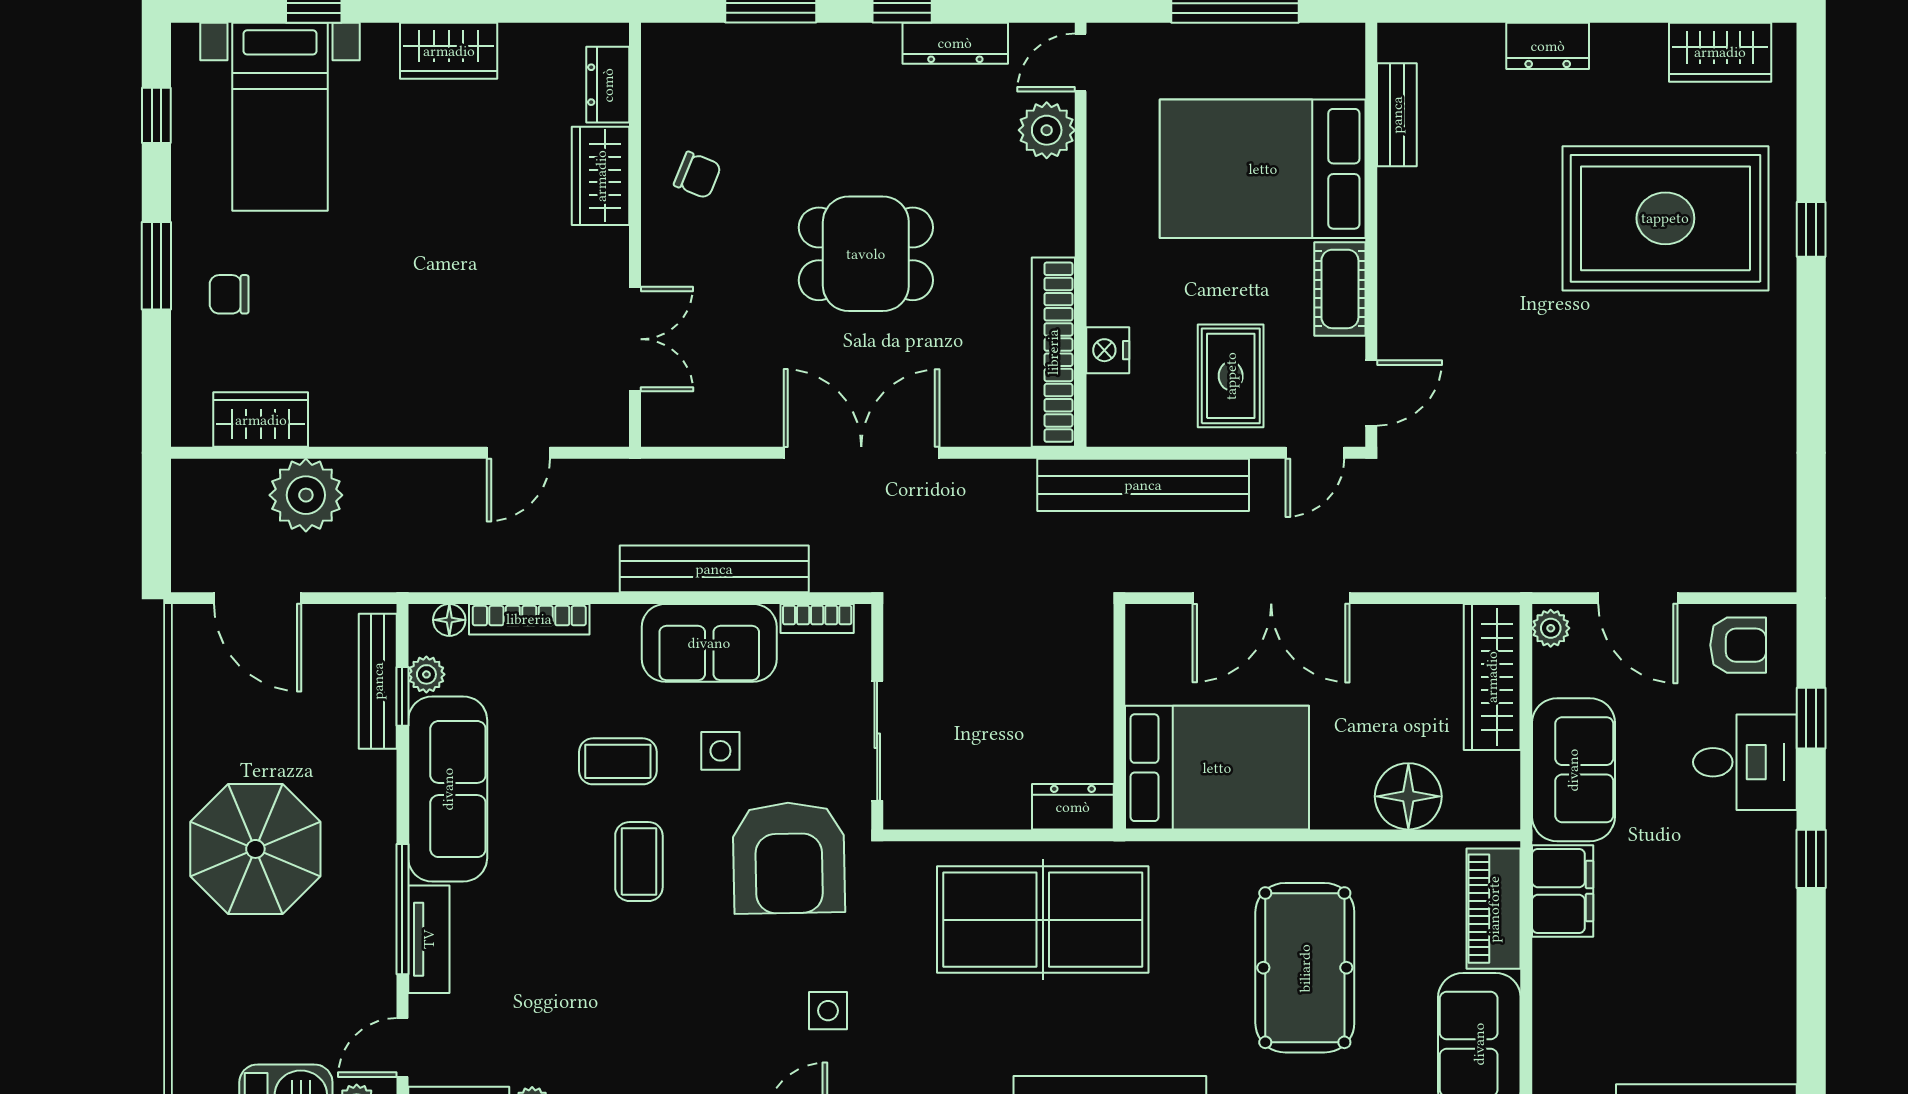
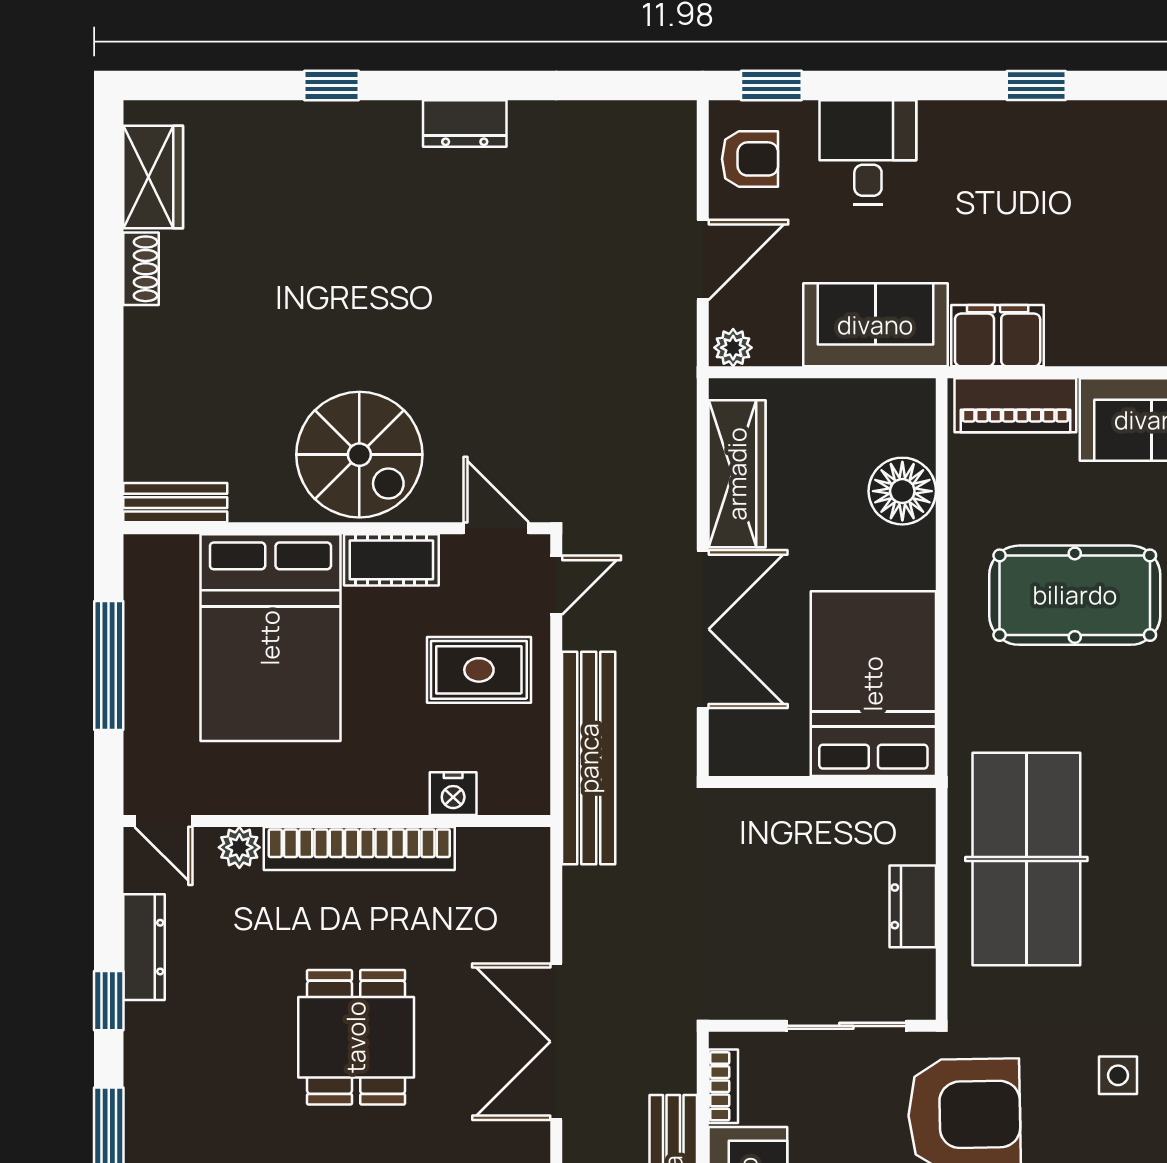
shoe rack: (1629, 40) -> (141, 269), added
dresser: (1548, 46) -> (465, 124), moved, turned 90
bench: (1397, 115) -> (175, 503), moved
plant: (1047, 130) -> (239, 847), width x0.73, depth x0.73
rug: (1665, 218) -> (320, 232), removed
spiral stairs: (1444, 257) -> (359, 455), added
bookcase: (1053, 352) -> (359, 848), moved
door: (1315, 453) -> (556, 585), hinge flipped
armchair: (1738, 645) -> (750, 159), turned 90
wardrobe: (1492, 677) -> (737, 474), moved, turned -90
window: (1811, 718) -> (771, 85), moved
dresser: (1073, 807) -> (913, 906), moved
window: (1811, 859) -> (1036, 85), moved

